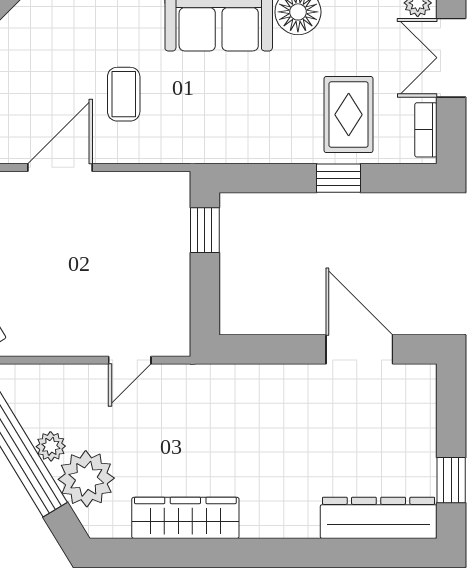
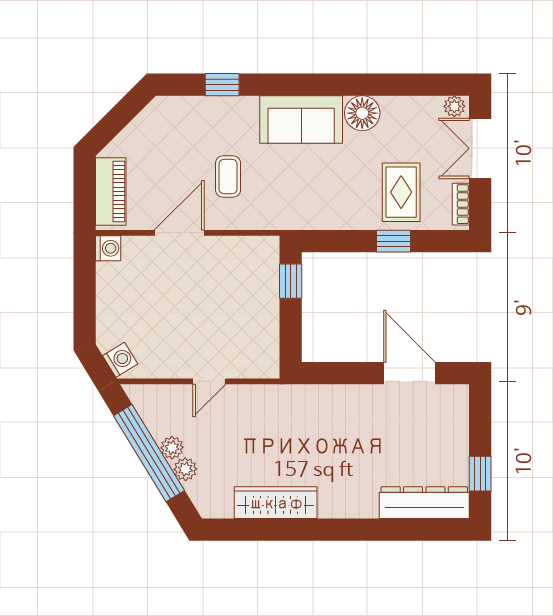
door: (130, 360) -> (209, 381), moved
plant: (86, 479) -> (185, 469), width x0.53, depth x0.53

